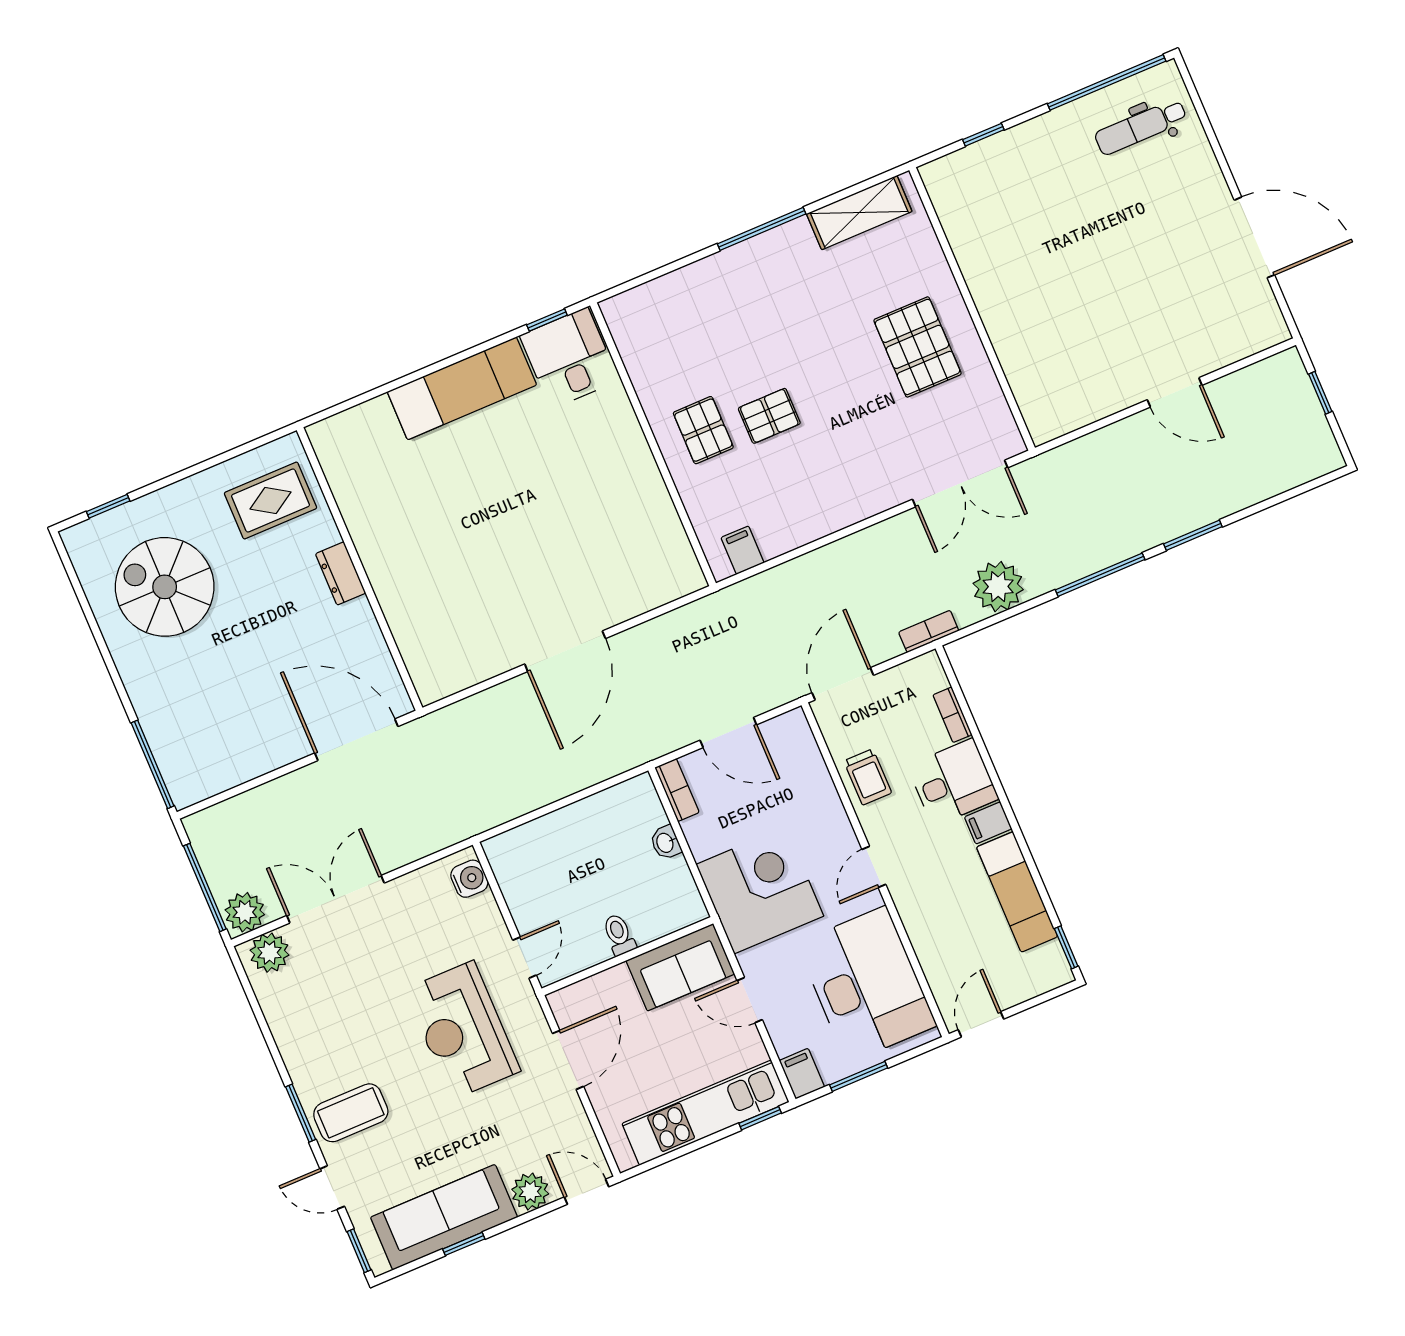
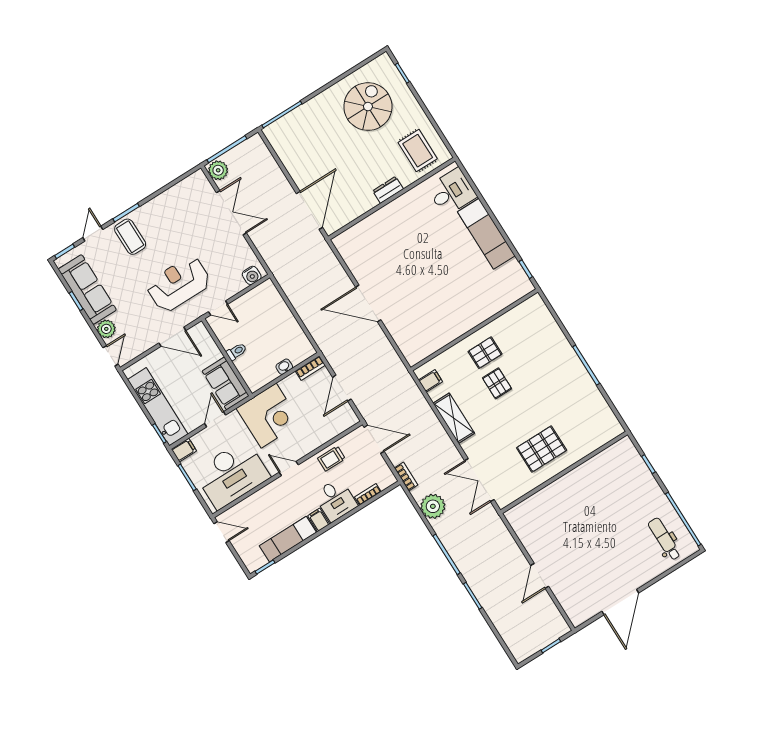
shelving: (859, 213) -> (454, 418), moved
desk: (569, 358) -> (452, 192), moved
plant: (270, 953) -> (201, 185), removed

